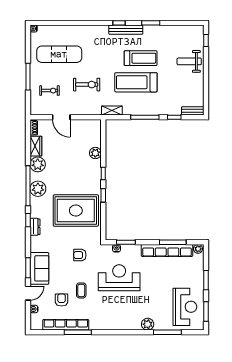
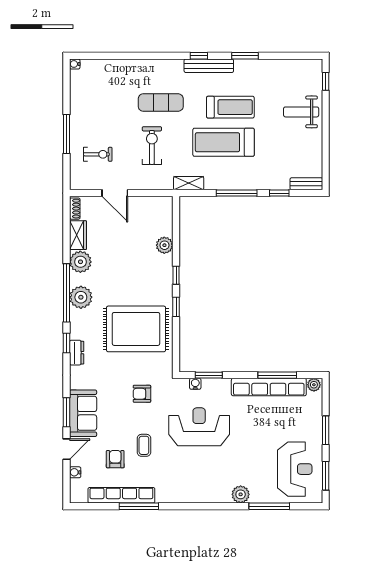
exercise mat: (59, 54) -> (161, 103), moved, width x0.73, depth x0.69
exercise bike: (87, 85) -> (152, 146), turned -90

